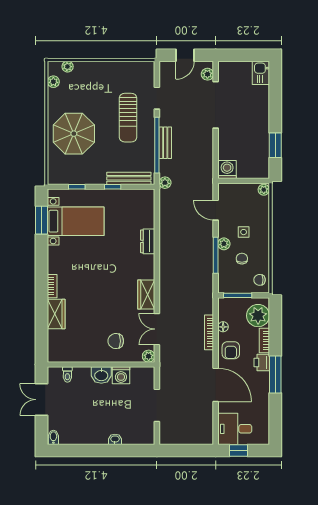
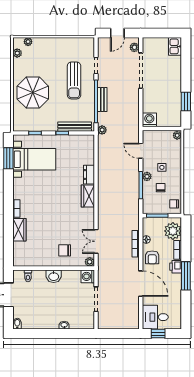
wardrobe: (146, 294) -> (88, 196), moved
washing machine: (121, 375) -> (88, 276), moved, turned 90

